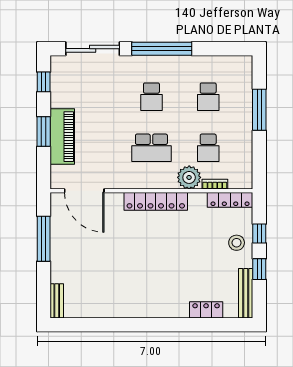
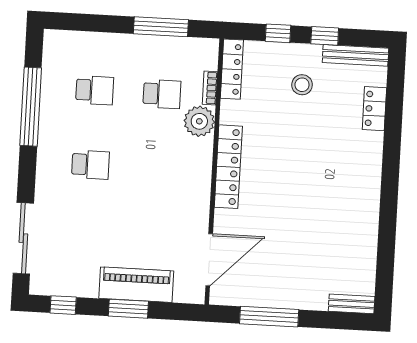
window: (162, 49) -> (31, 107), moved
window: (259, 110) -> (161, 27), moved
school desk: (151, 148) -> (158, 168), removed
stool: (237, 243) -> (302, 85), moved

